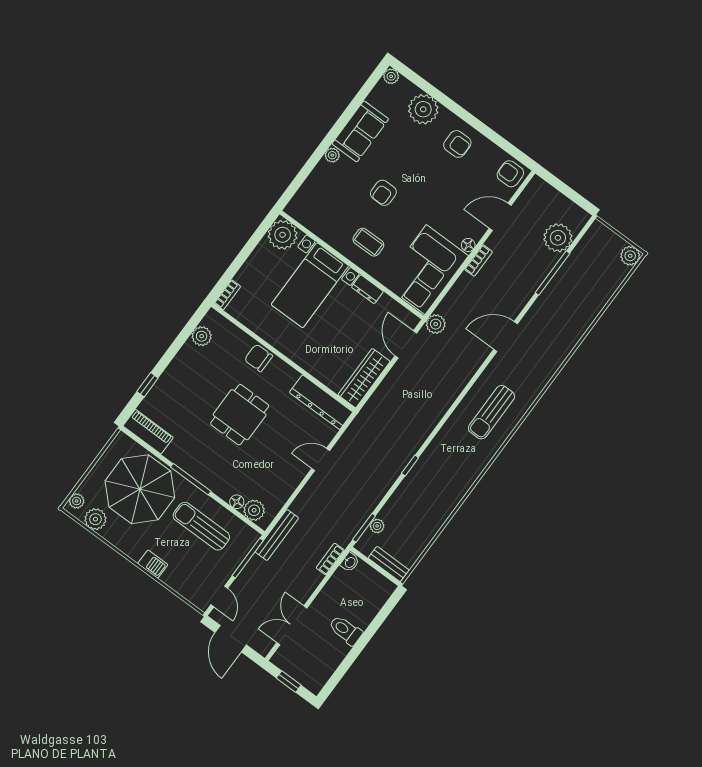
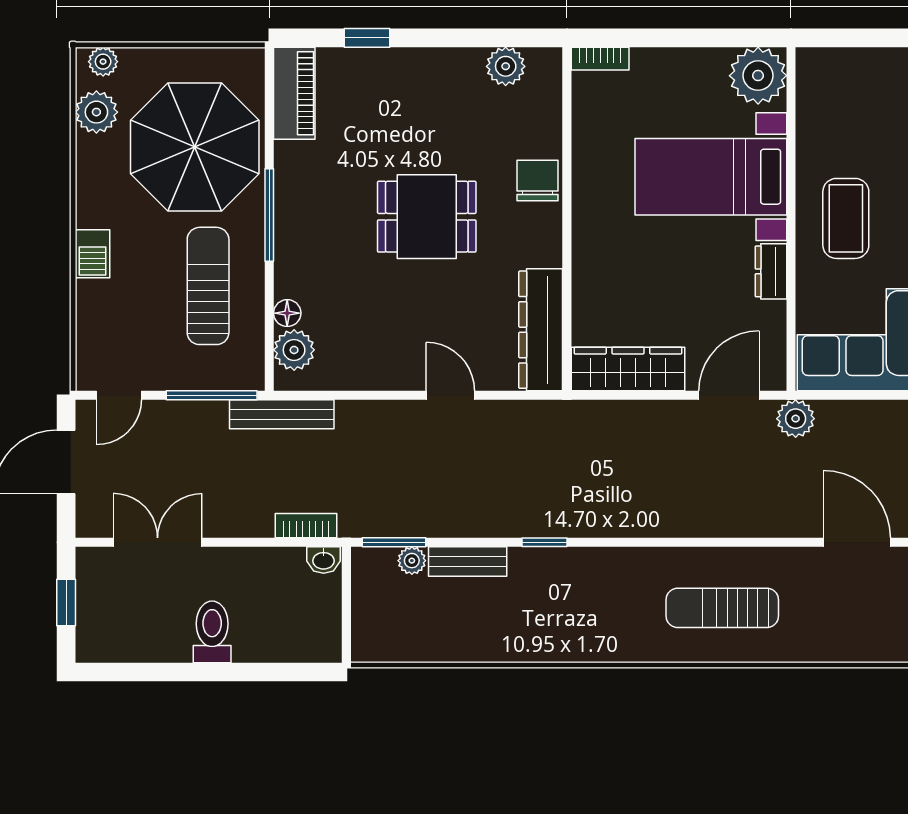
coffee table: (368, 242) -> (846, 218), width x1.36, depth x1.30
bench: (389, 564) -> (468, 562), moved, turned 90

